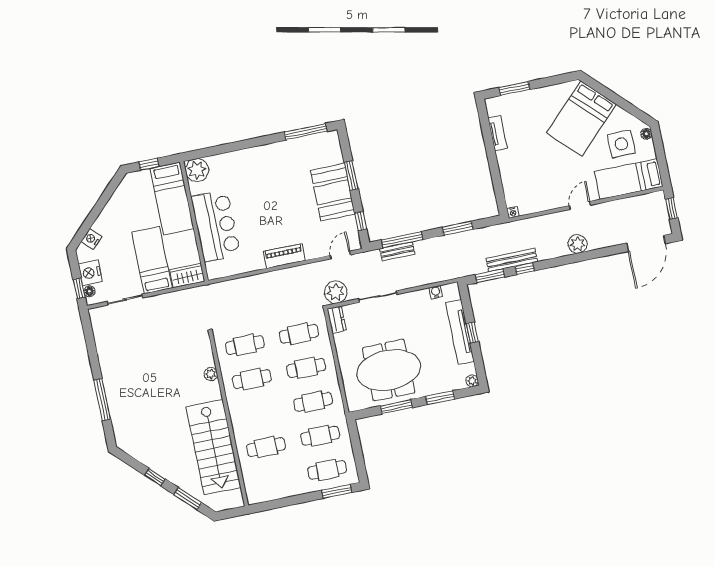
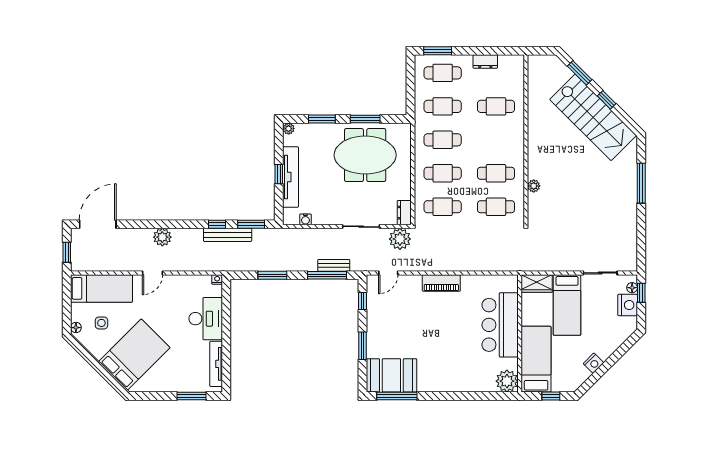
tv unit: (498, 133) -> (216, 364), width x1.41
side table: (621, 144) -> (101, 323), width x0.54, depth x0.54
desk: (516, 170) -> (206, 319), added
booth: (333, 192) -> (391, 375), moved, turned 90
nightstand: (91, 239) -> (594, 363), moved
stairs: (213, 447) -> (593, 117), moved, turned 135
dresser: (286, 490) -> (485, 61), added

